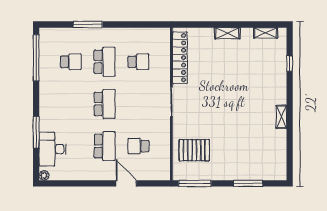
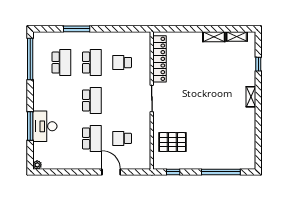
shelving: (227, 33) -> (214, 37), moved
school desk: (71, 62) -> (61, 63), width x1.85
school desk: (138, 62) -> (122, 63), turned 180
shelving: (281, 117) -> (251, 97), moved
desk: (52, 149) -> (45, 126), moved
window: (195, 183) -> (173, 172), width x0.46
window: (248, 183) -> (221, 172), width x1.46

